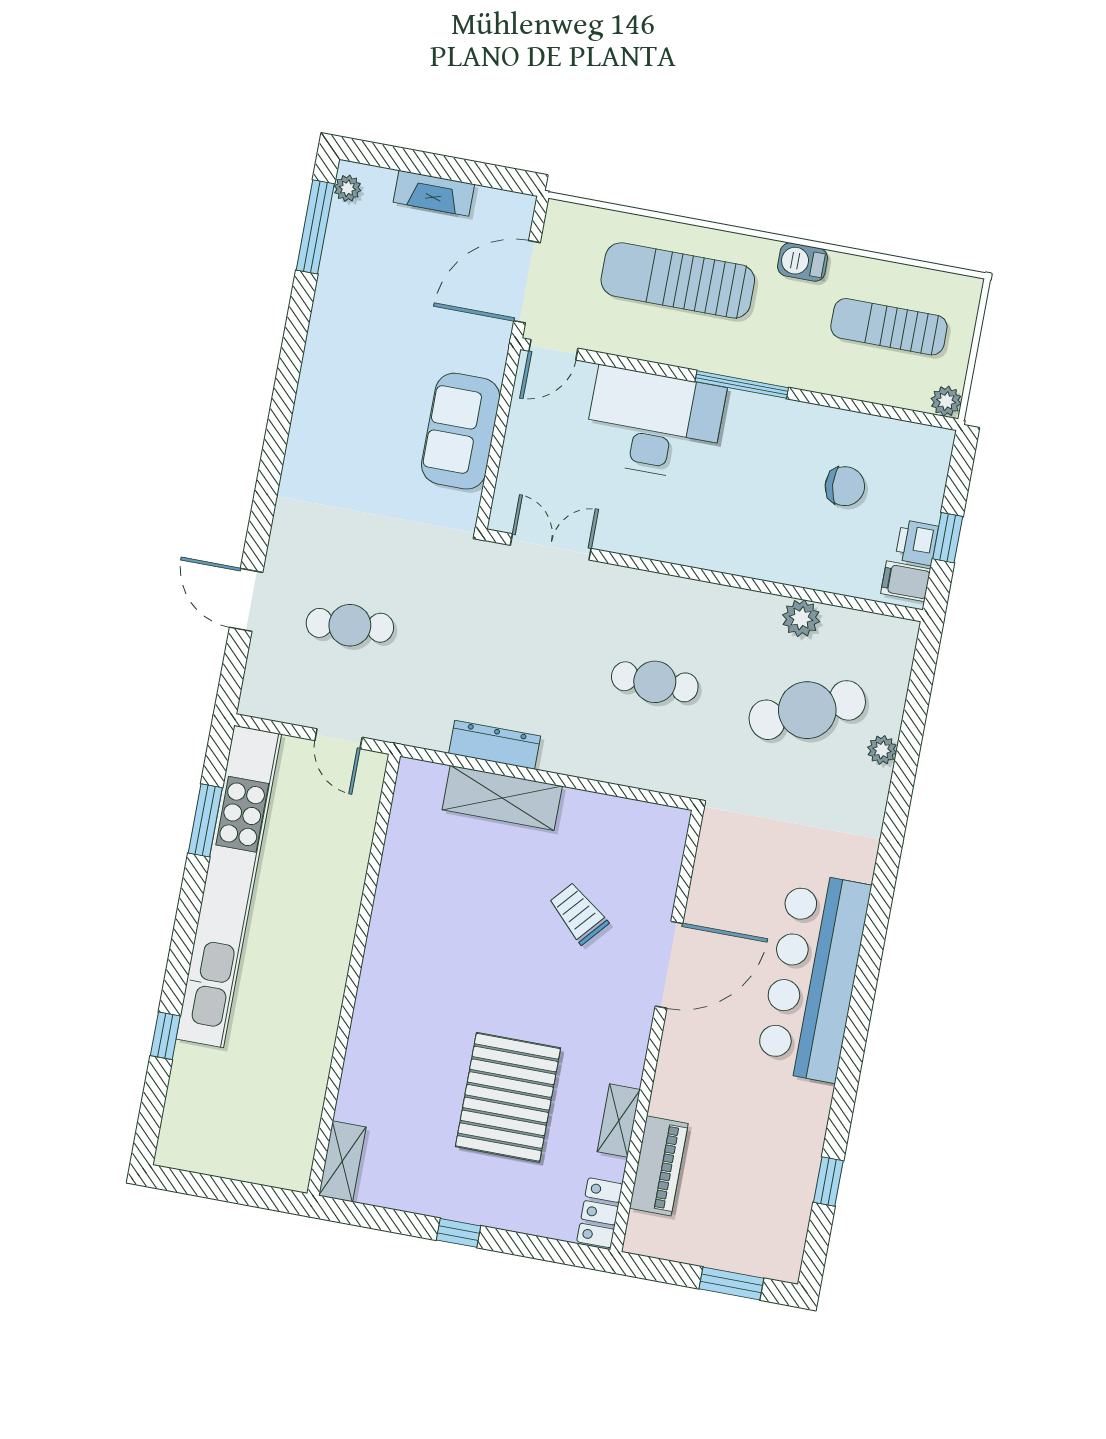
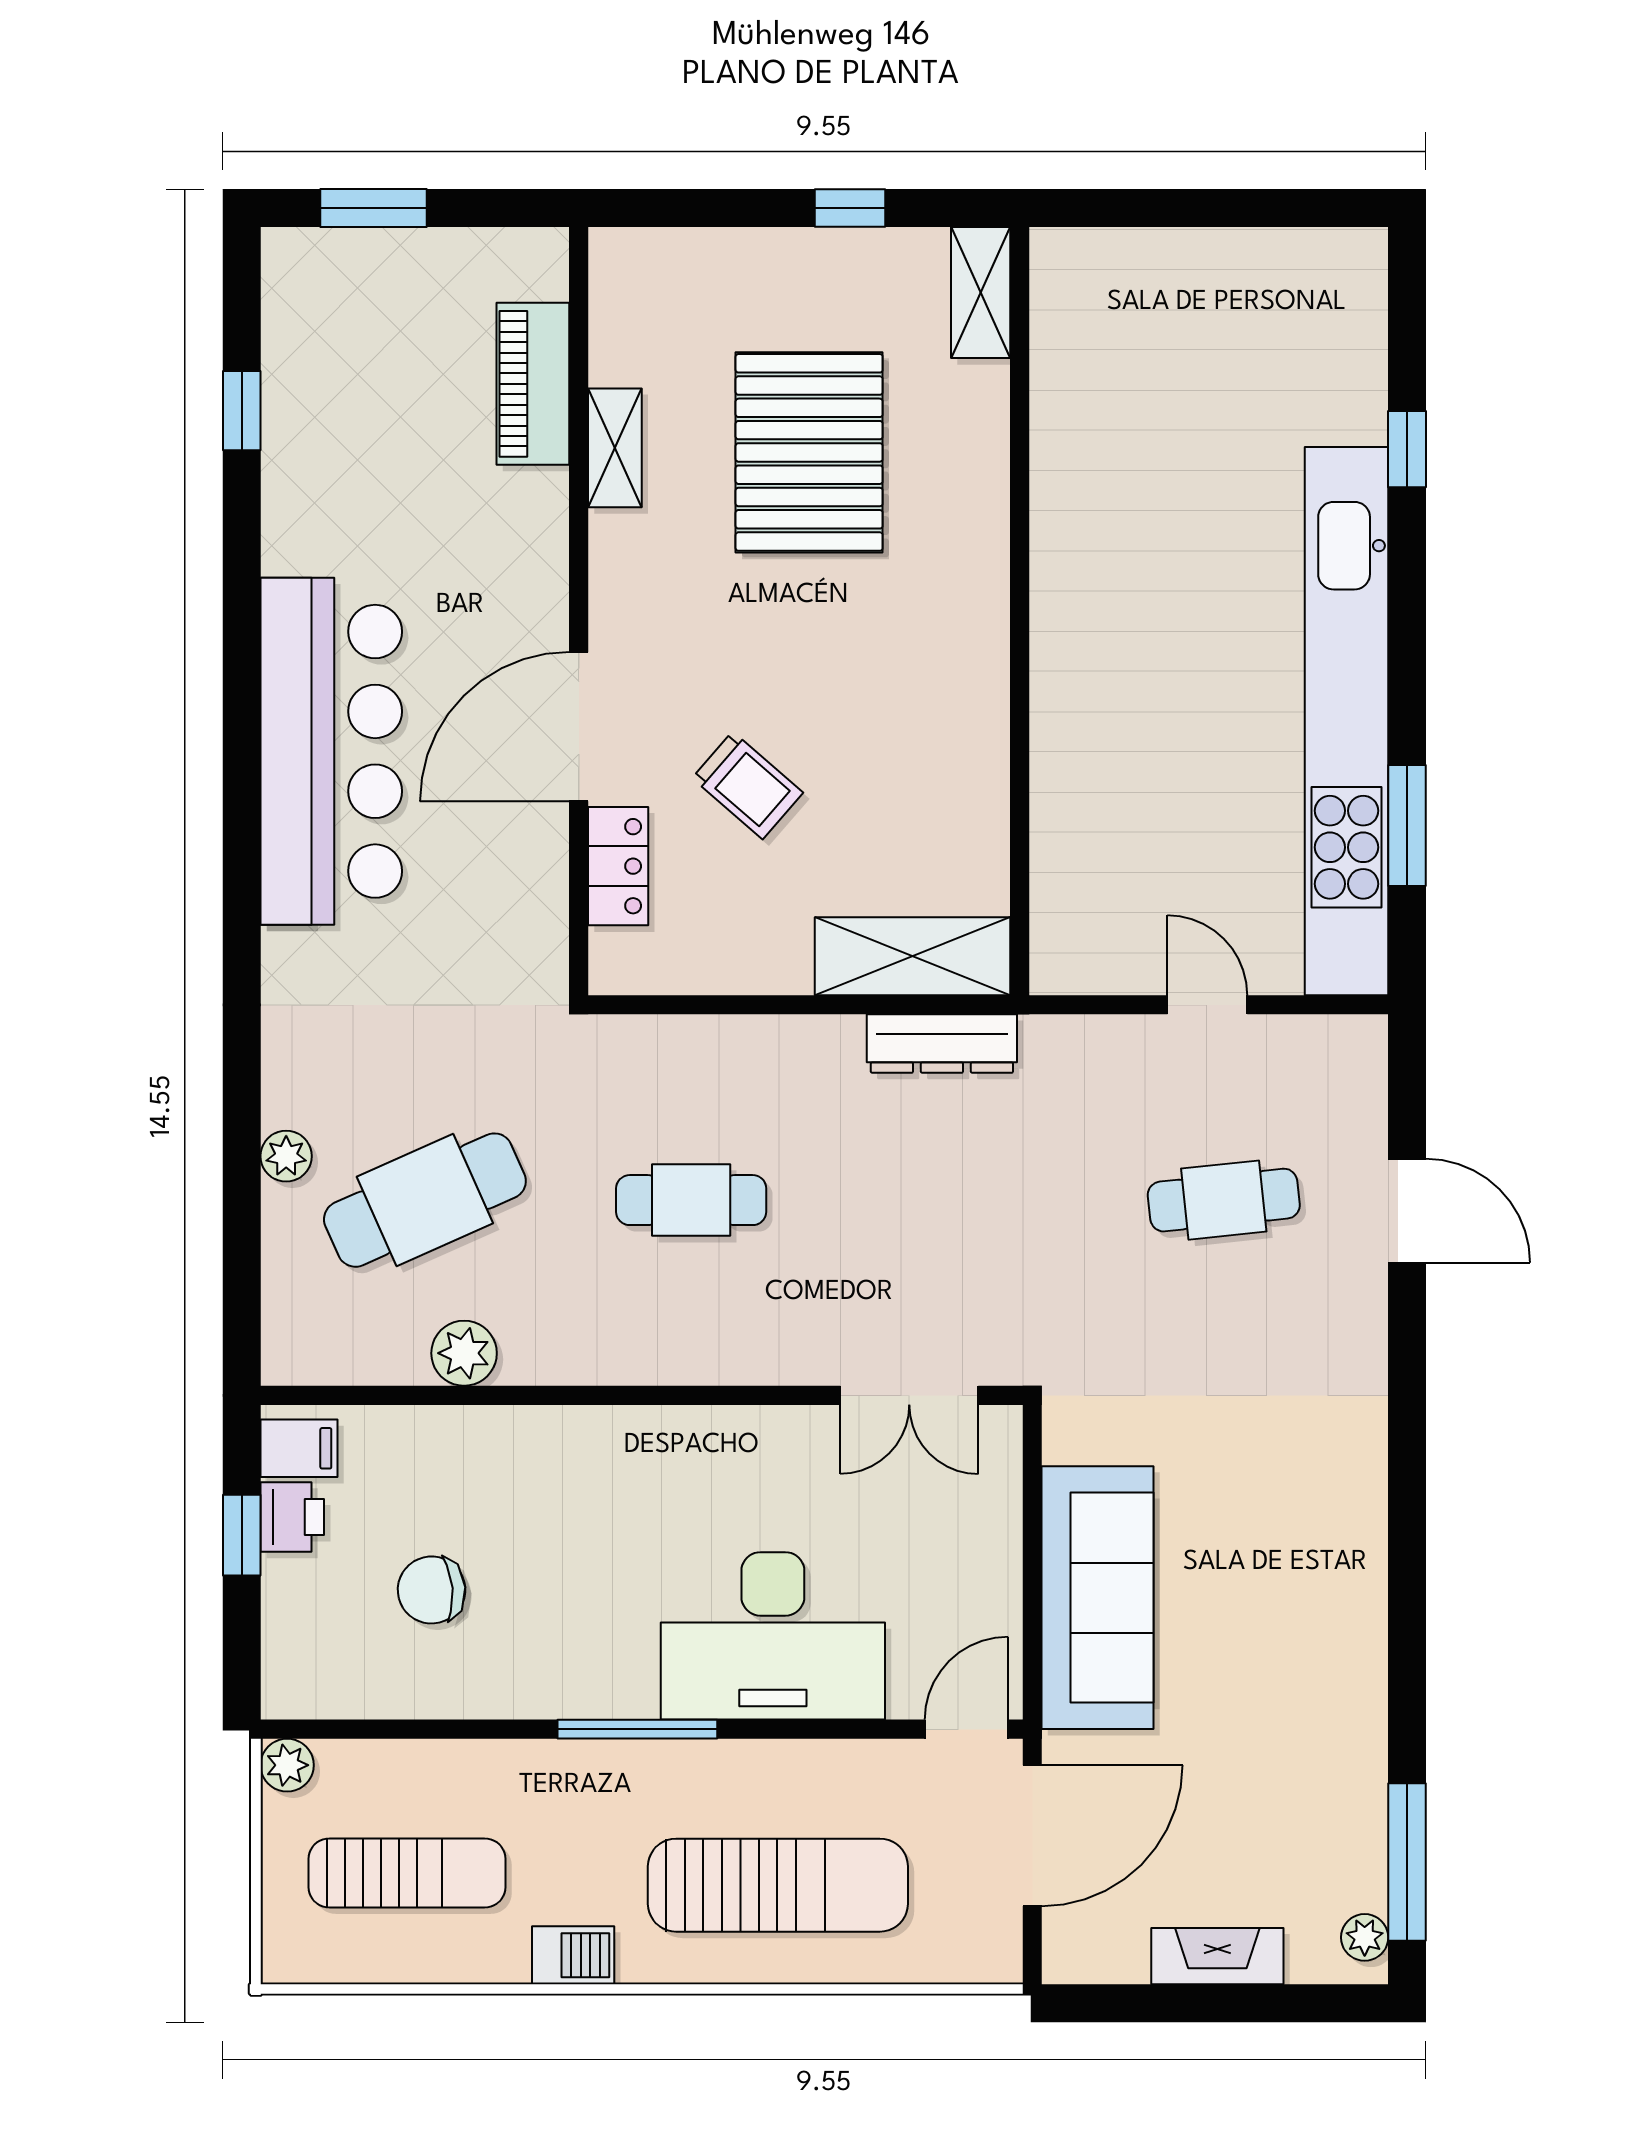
sofa: (461, 431) -> (1098, 1598), width x1.36
wall: (354, 975) -> (1020, 611), moved
shelving: (342, 1161) -> (981, 293), moved
locker: (600, 1213) -> (618, 866), moved

